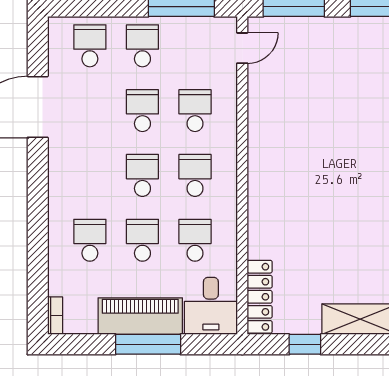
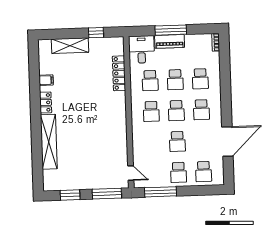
door: (242, 48) -> (131, 173), swing flipped
school desk: (195, 111) -> (201, 110), moved
locker: (260, 297) -> (119, 73), moved
piano: (140, 316) -> (170, 41), width x0.73, depth x0.75

